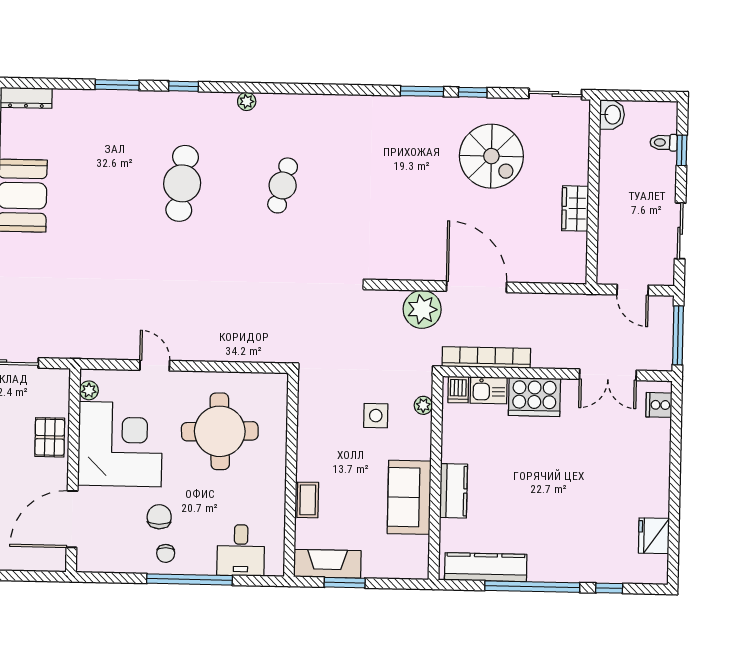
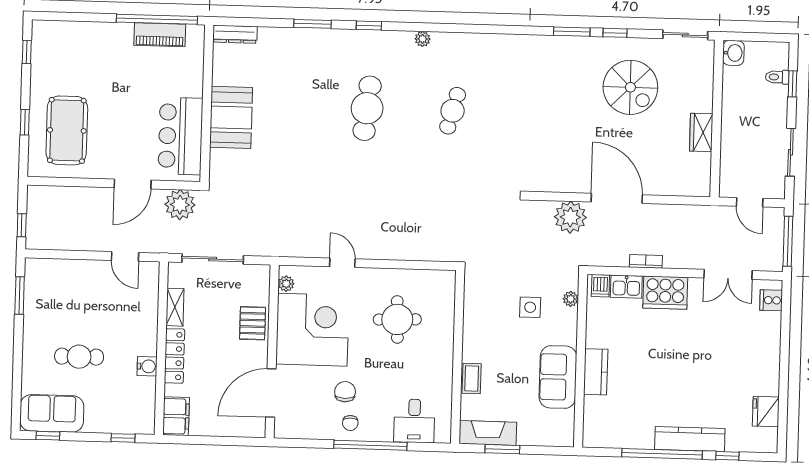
bookcase: (486, 358) -> (646, 261), width x0.43, depth x0.76
round table: (220, 431) -> (397, 319), width x0.73, depth x0.73
kitchen counter: (486, 567) -> (690, 439), moved

